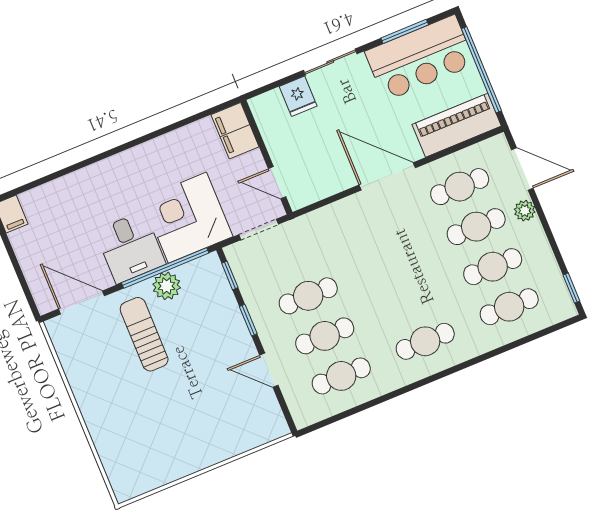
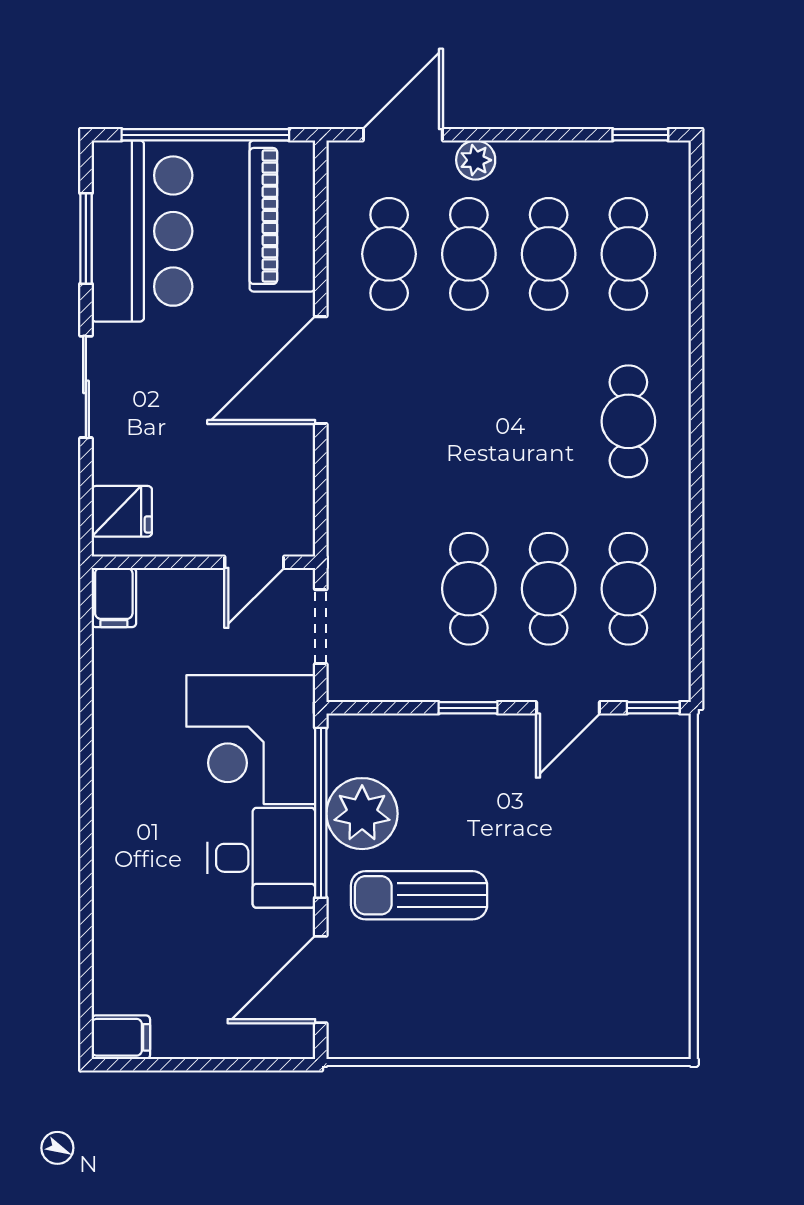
fridge: (298, 96) -> (122, 511), moved
filing cabinet: (235, 131) -> (114, 598), width x0.50
window: (230, 275) -> (653, 708), moved
plant: (167, 286) -> (362, 814), width x1.36, depth x1.36

